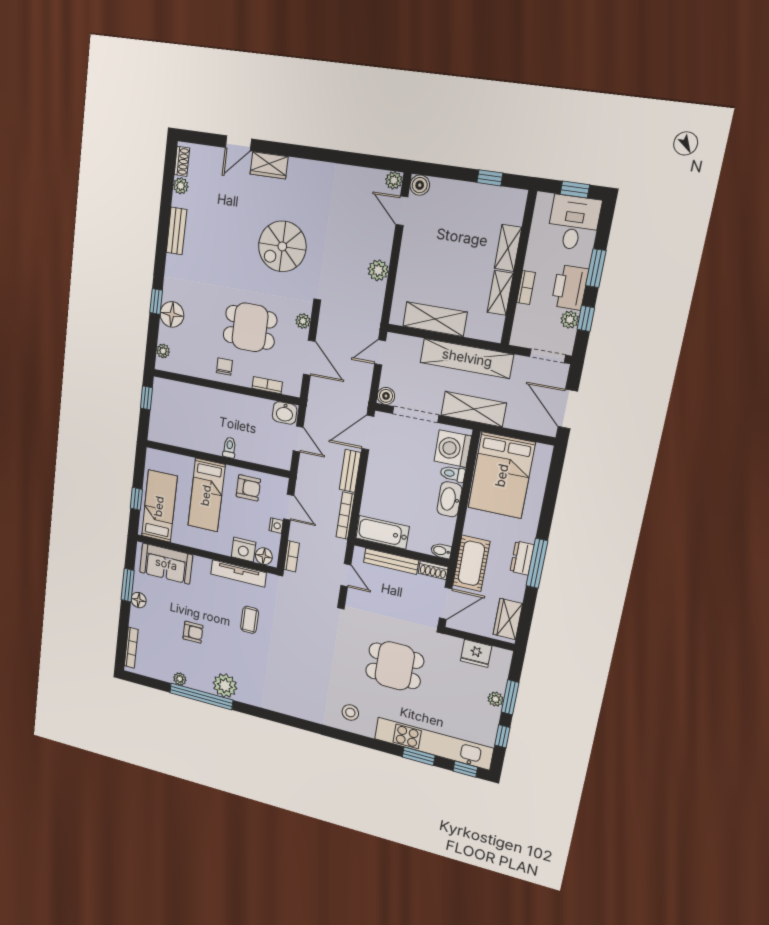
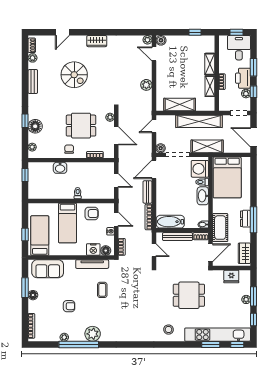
wardrobe: (269, 165) -> (97, 41), moved
spiral stairs: (282, 246) -> (74, 75), moved, turned -90
washbasin: (285, 413) -> (60, 168), moved

